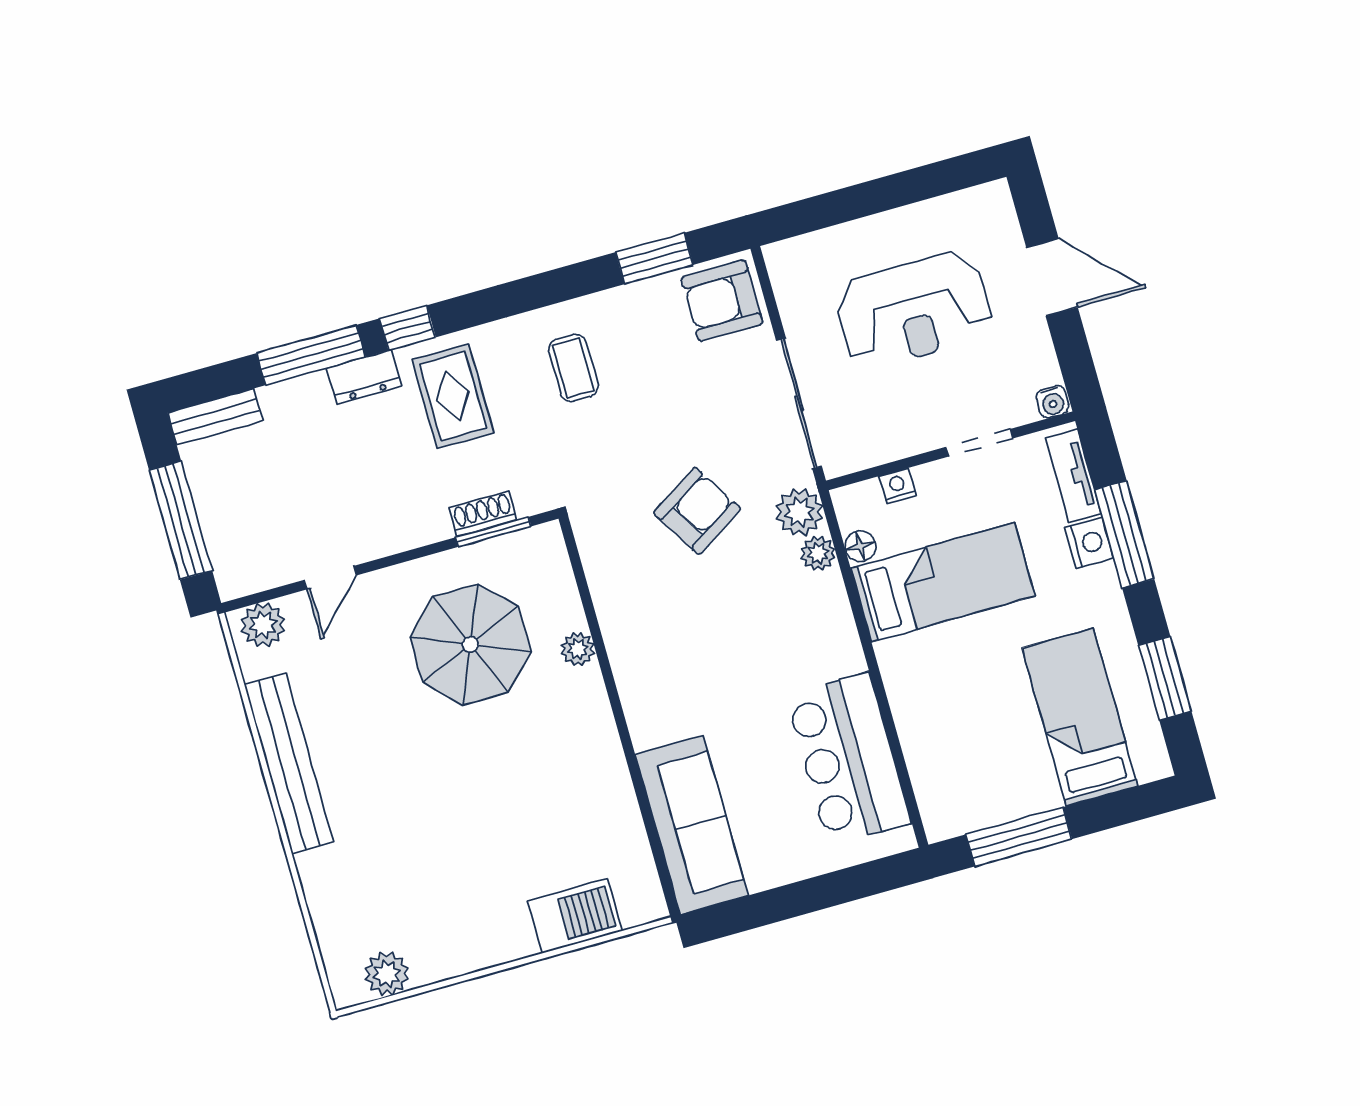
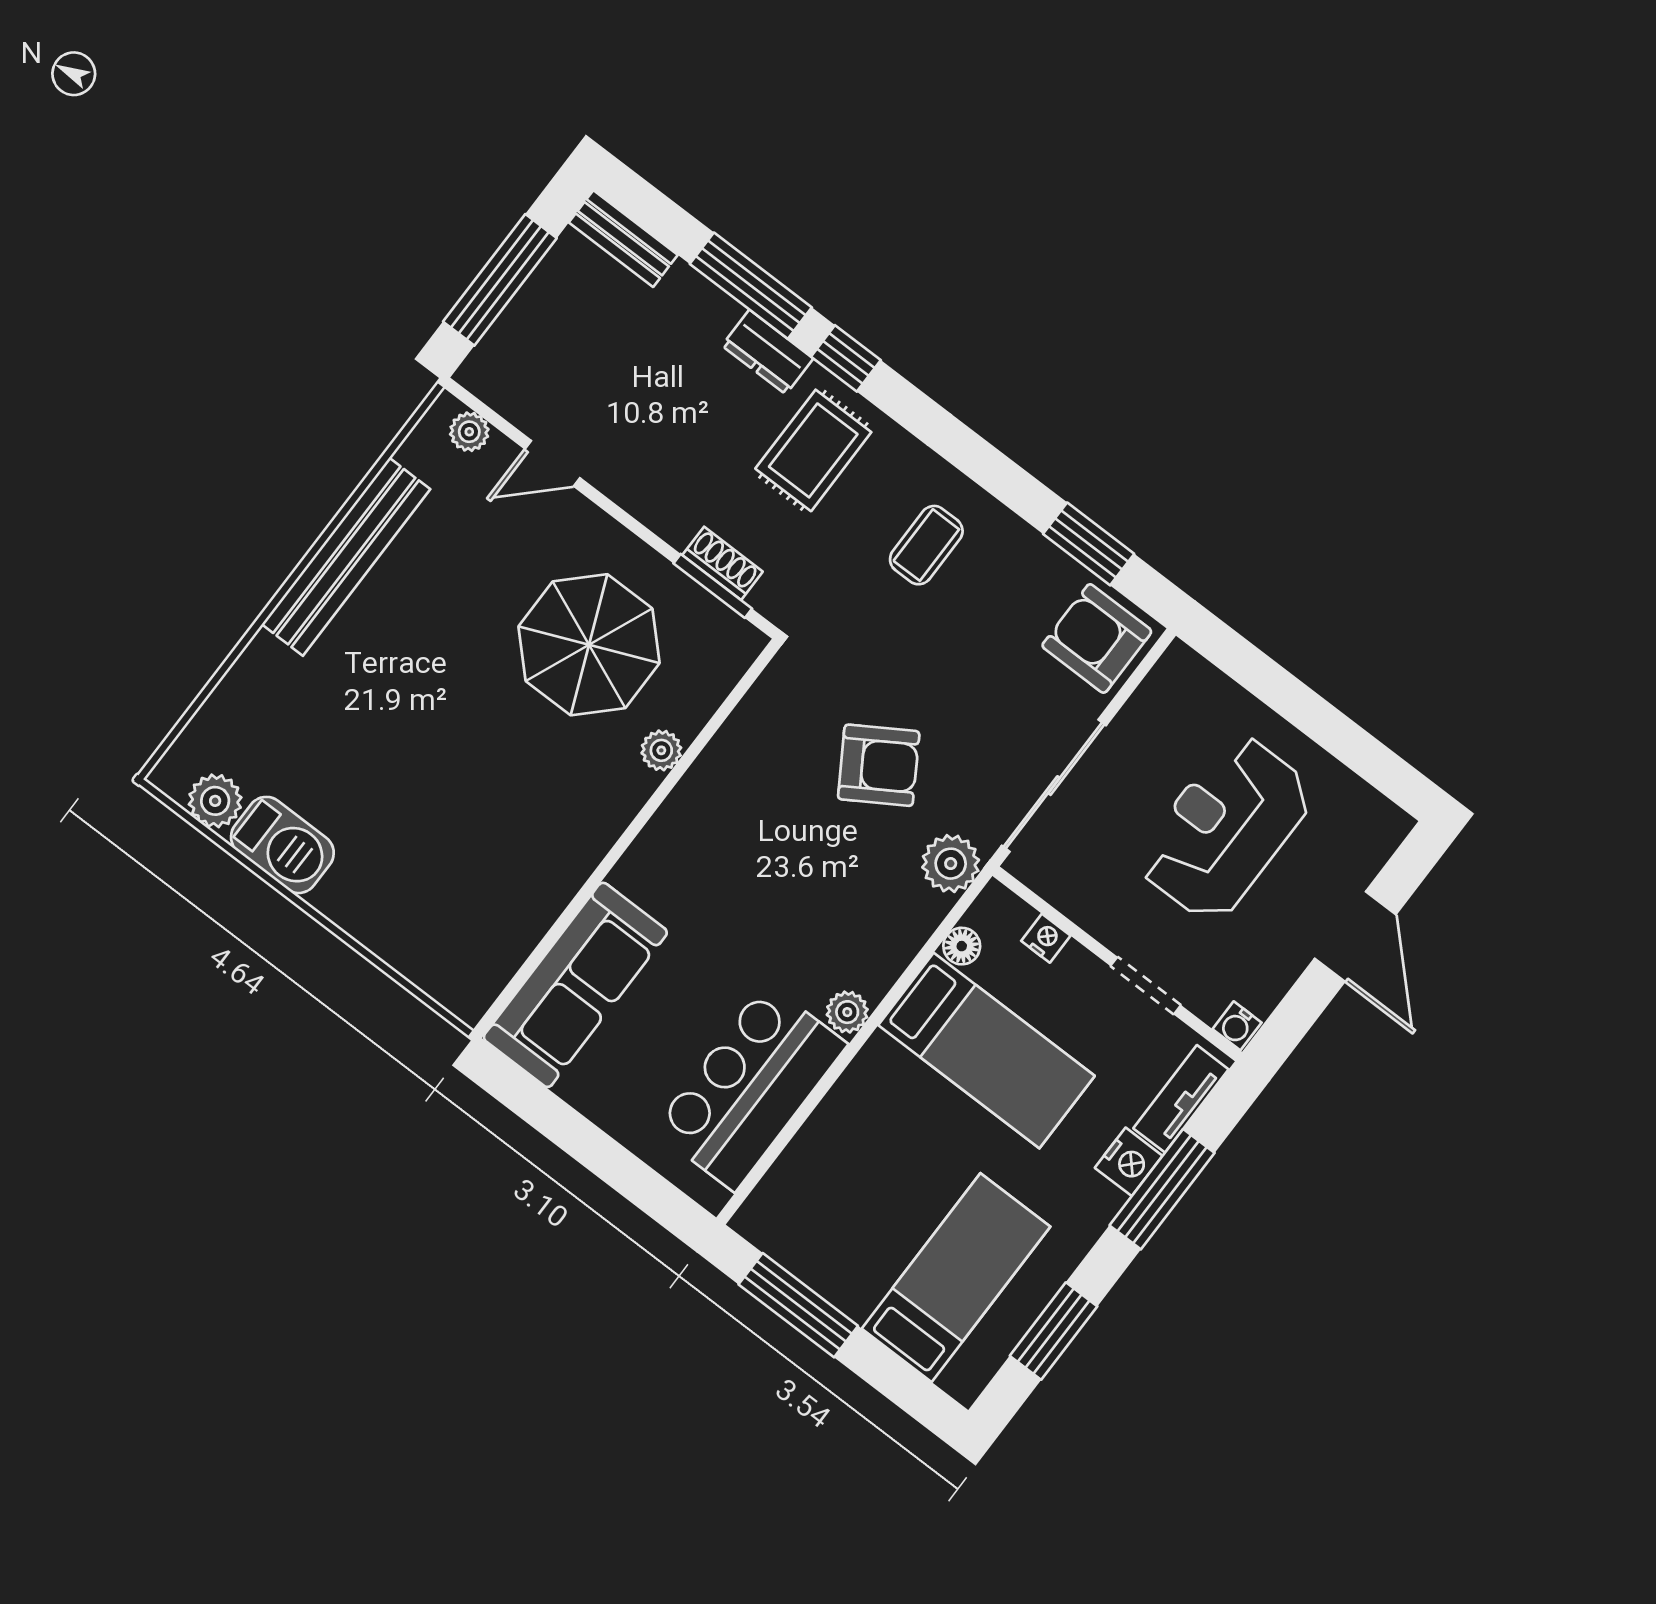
reception desk: (914, 310) -> (1225, 828), turned 90
plant: (818, 553) -> (847, 1012), moved
plant: (263, 625) -> (469, 432), width x0.73, depth x0.73
barbecue: (575, 916) -> (282, 845), moved

